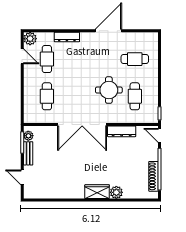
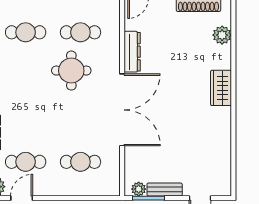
cafe table: (135, 59) -> (26, 32), turned 90
plant: (116, 192) -> (222, 35), moved

